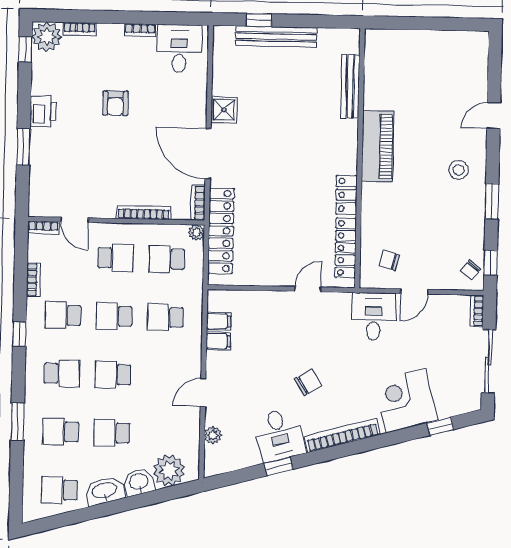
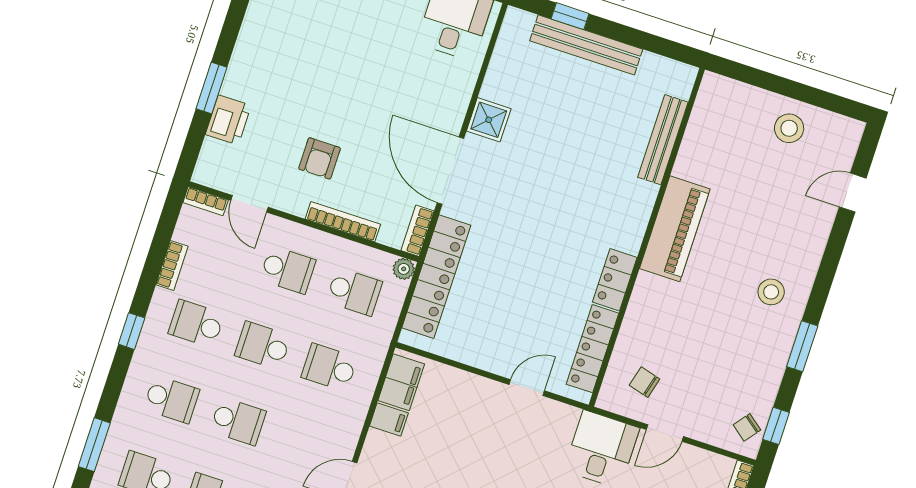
stool: (436, 52) -> (789, 128), added
armchair: (115, 103) -> (320, 158), moved
printer: (43, 111) -> (228, 120), moved
door: (494, 116) -> (853, 193), moved
school desk: (167, 259) -> (354, 292), turned 180
filing cabinet: (219, 321) -> (401, 382), width x2.00
school desk: (113, 374) -> (238, 421), turned 180

